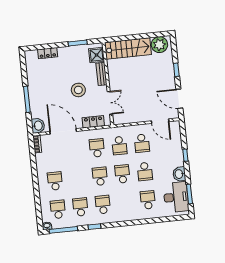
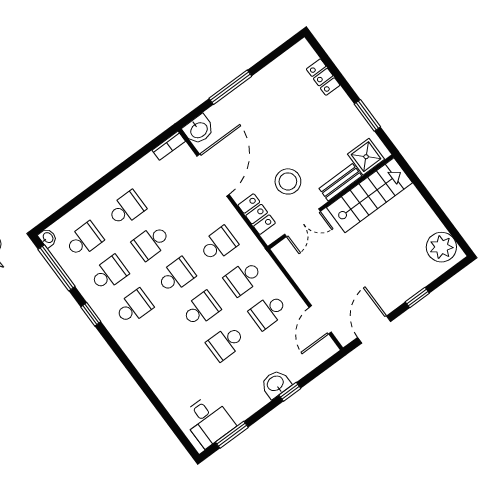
stairs: (128, 48) -> (369, 195), moved, turned -90
stool: (78, 90) -> (288, 181), moved
washbasin: (179, 174) -> (276, 384), moved
desk: (176, 197) -> (208, 421), width x0.73
school desk: (148, 200) -> (151, 242), moved, turned 180

